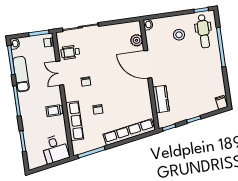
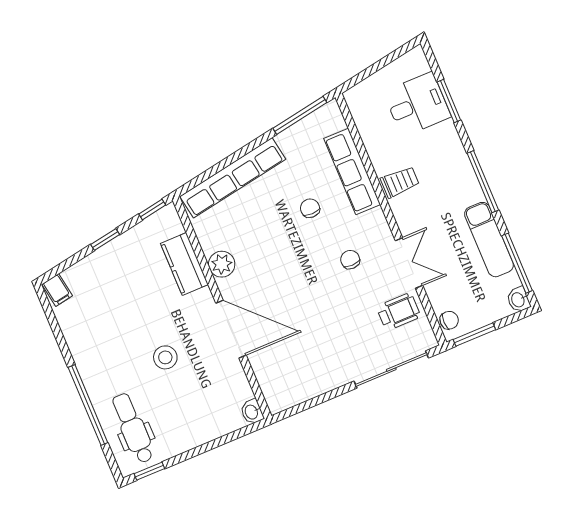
stool: (179, 35) -> (165, 357), moved
plant: (136, 40) -> (222, 264), moved
desk: (55, 149) -> (417, 104), moved, turned 100

